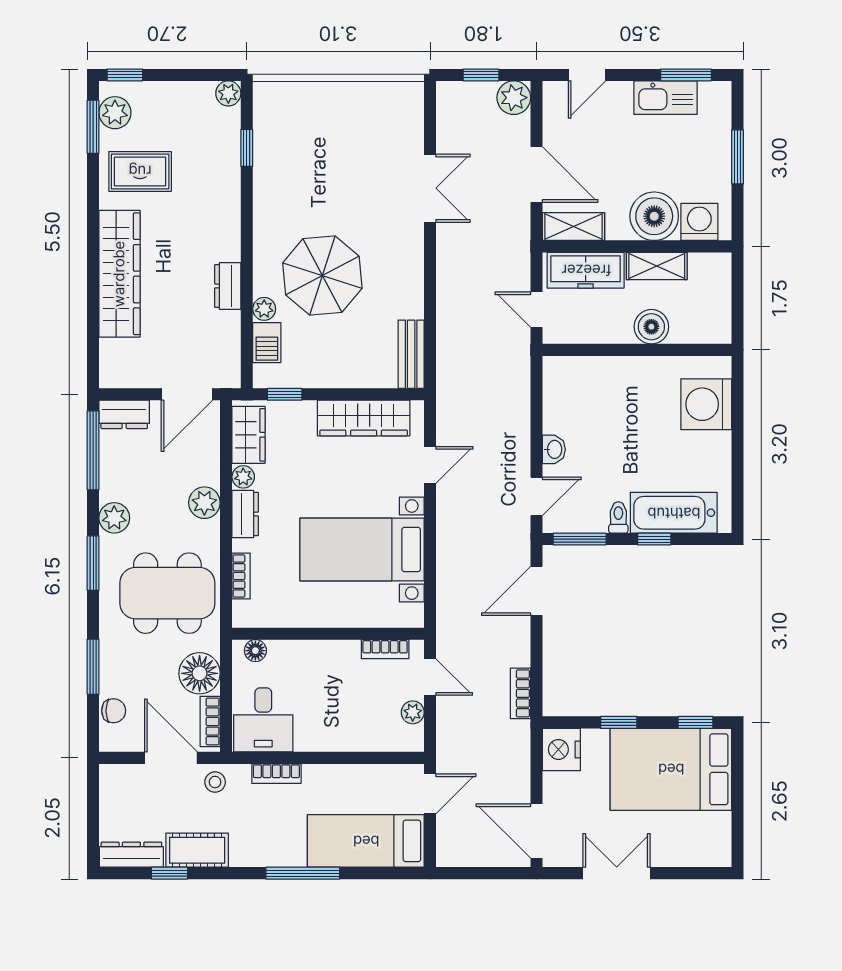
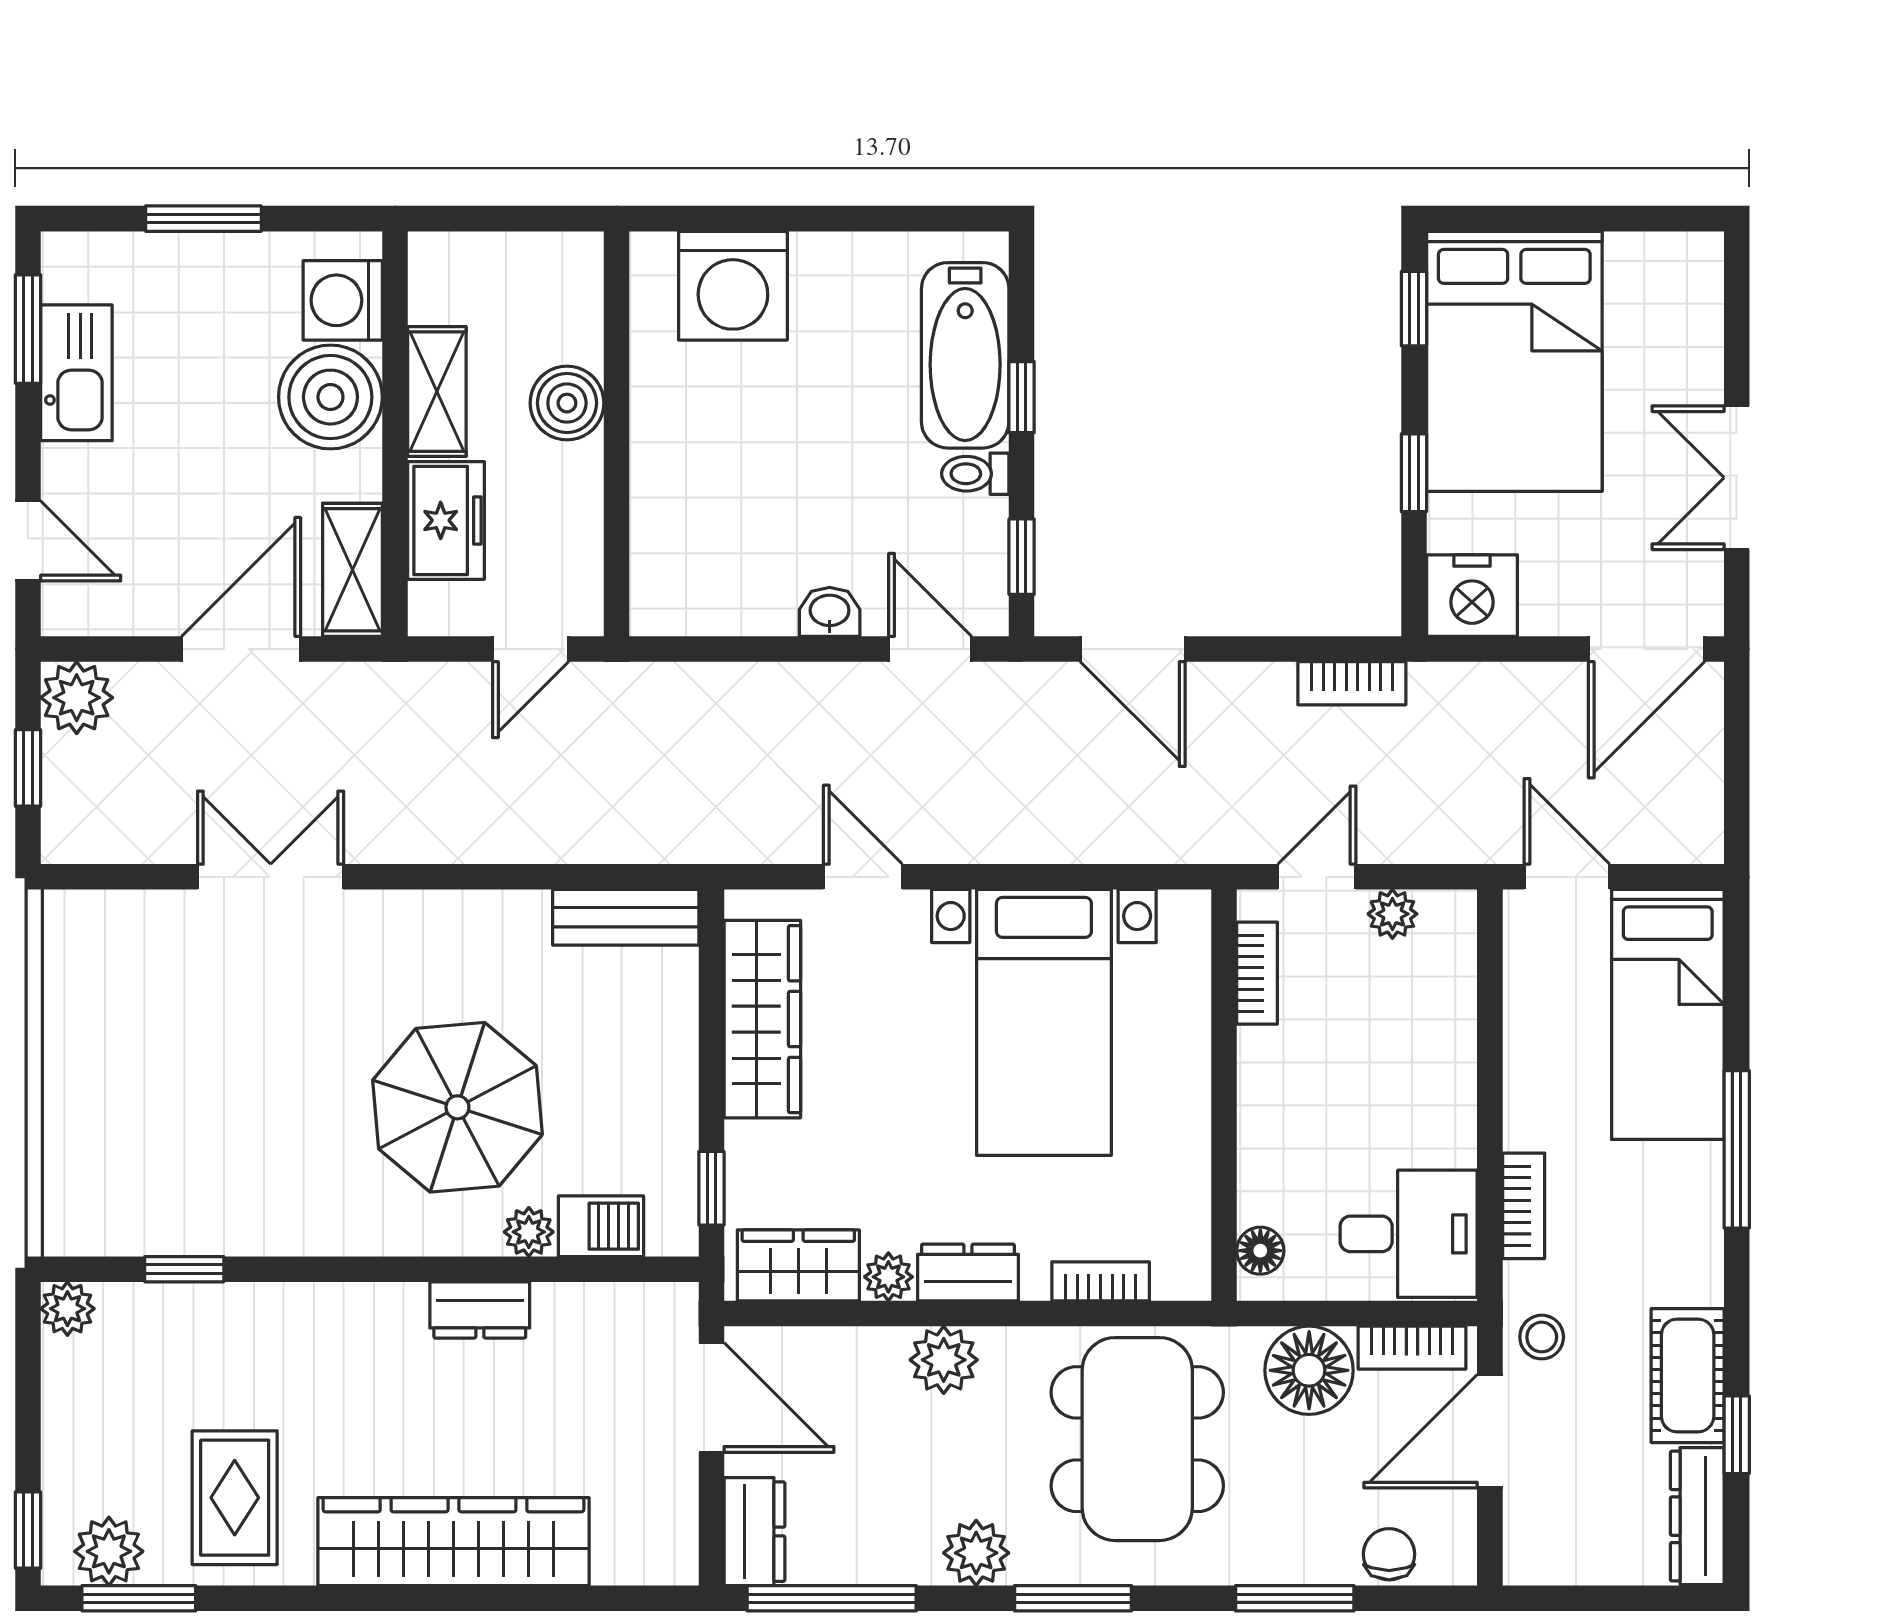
freezer: (586, 270) -> (446, 520), width x0.71
window: (580, 539) -> (1022, 557), width x0.67

